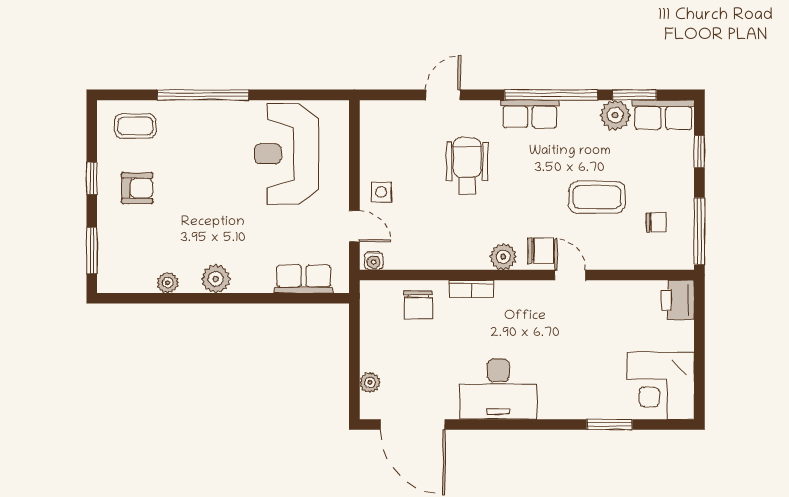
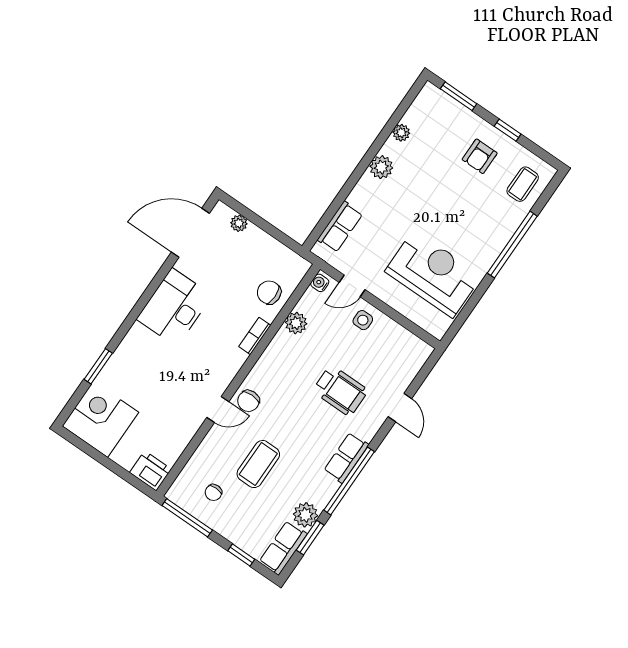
plant: (503, 257) -> (296, 323), moved

